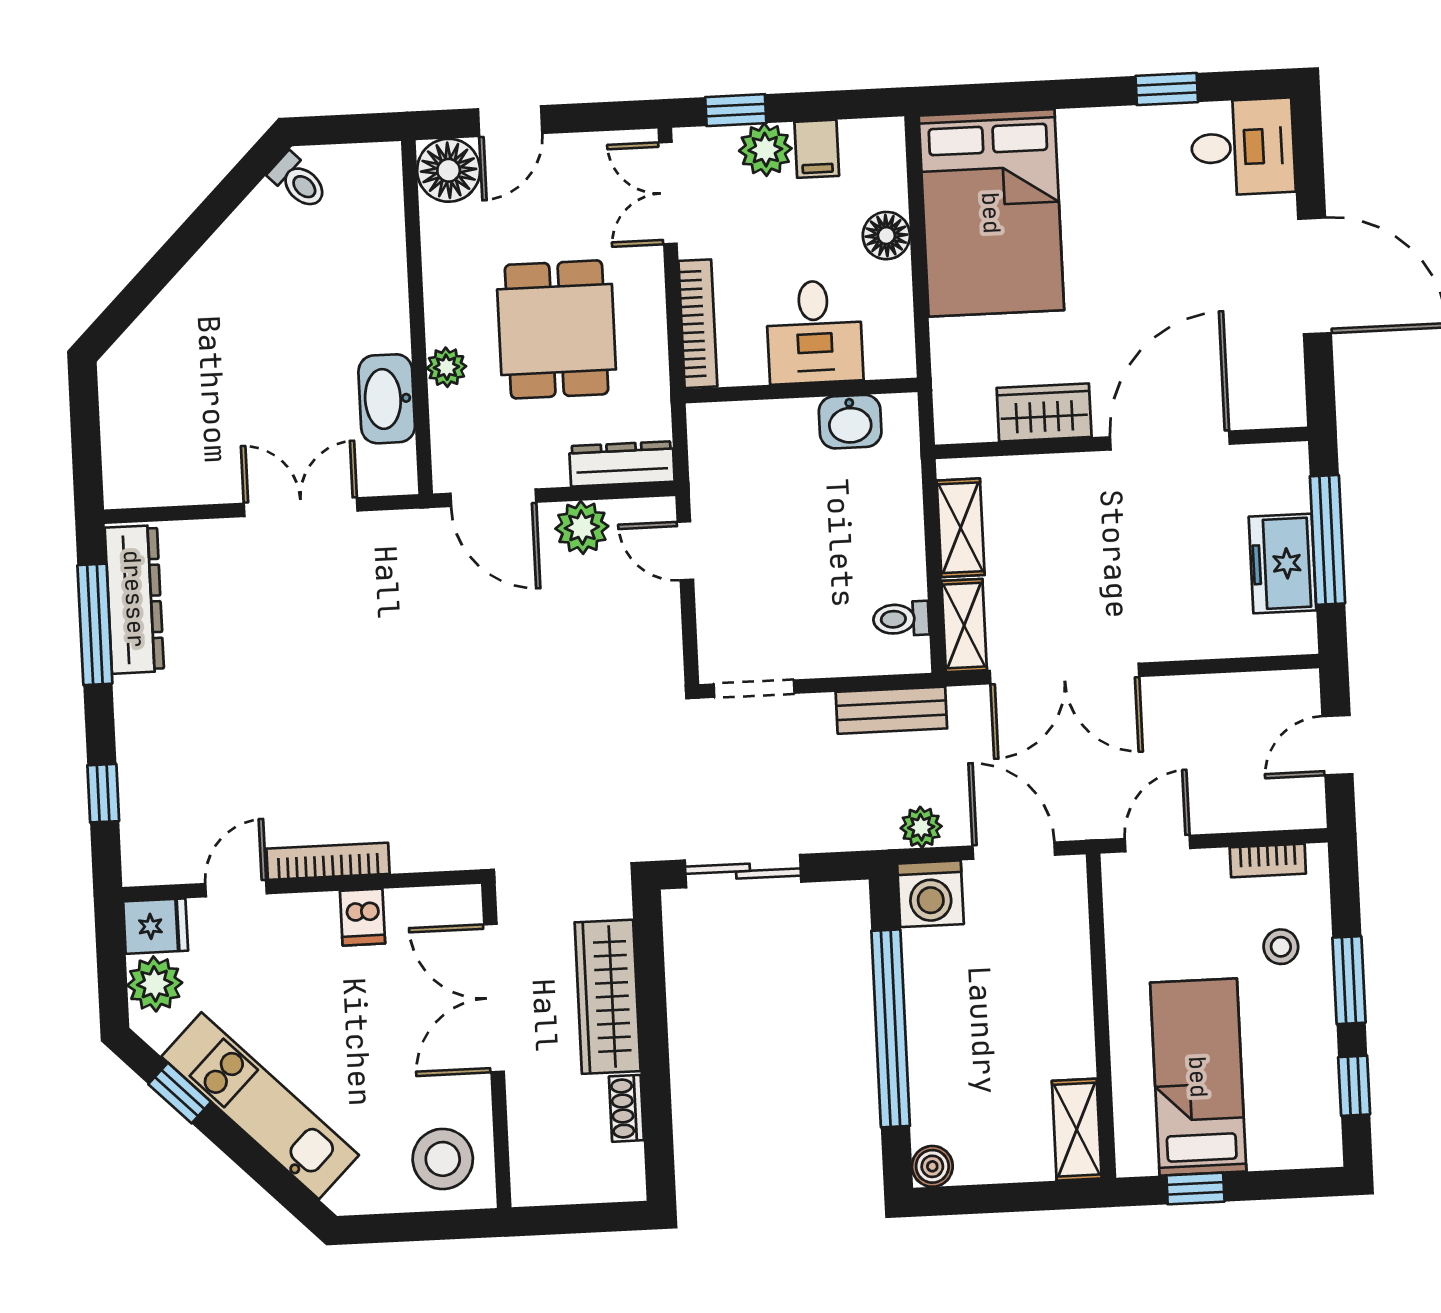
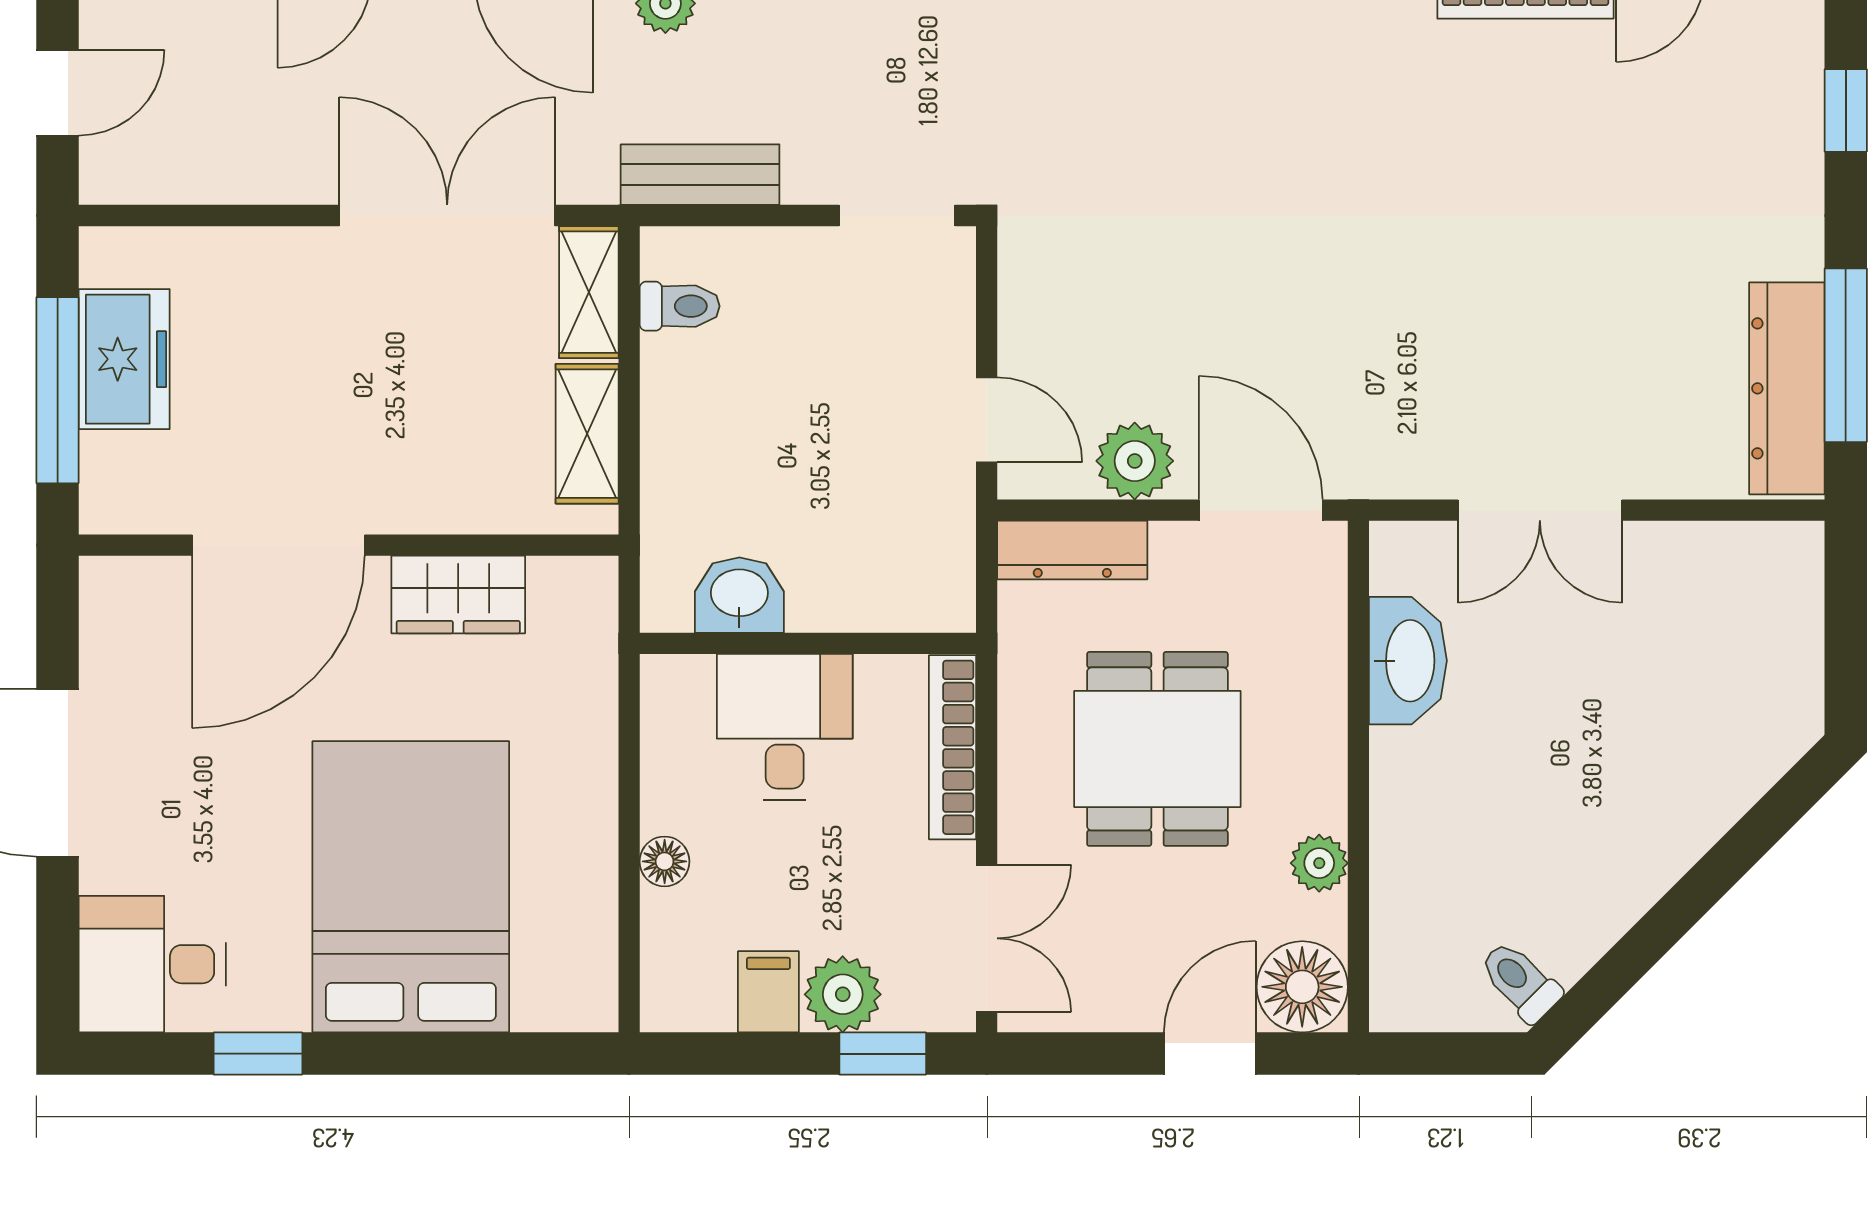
bed: (991, 213) -> (411, 887), moved
floor lamp: (886, 236) -> (665, 861), width x0.73, depth x0.73
plant: (446, 367) -> (1319, 863), moved

